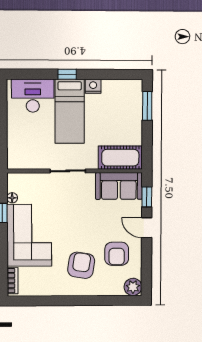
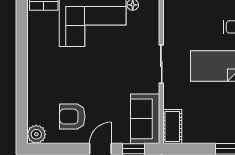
cot: (120, 158) -> (172, 127), width x0.73, depth x0.75
armchair: (81, 265) -> (60, 78), removed

